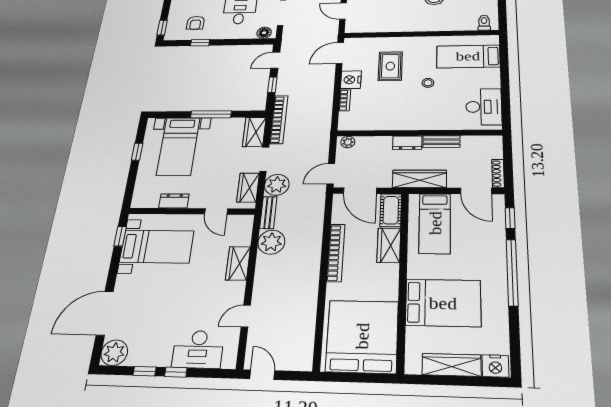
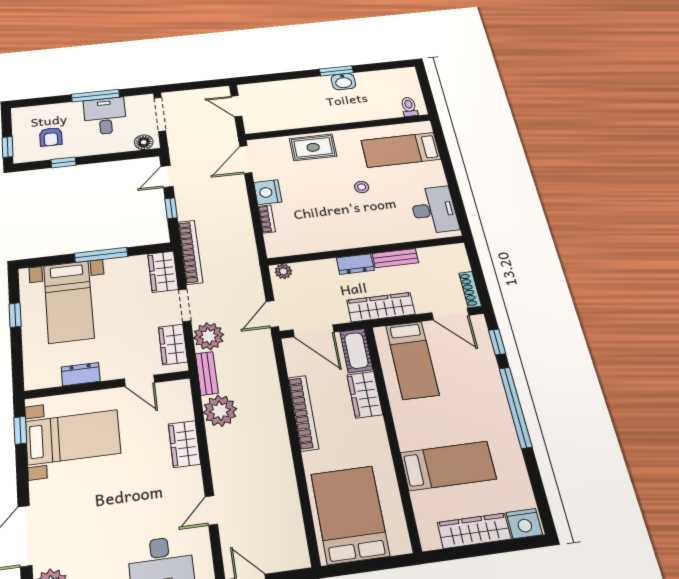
rug: (390, 66) -> (313, 147), moved, turned 90
bed: (443, 303) -> (448, 466), width x0.67
bed: (362, 336) -> (350, 515), width x0.73

